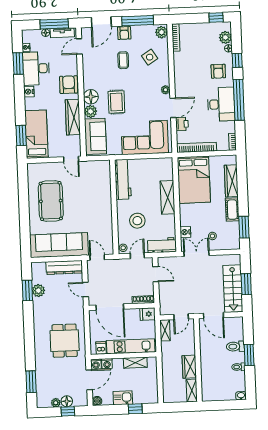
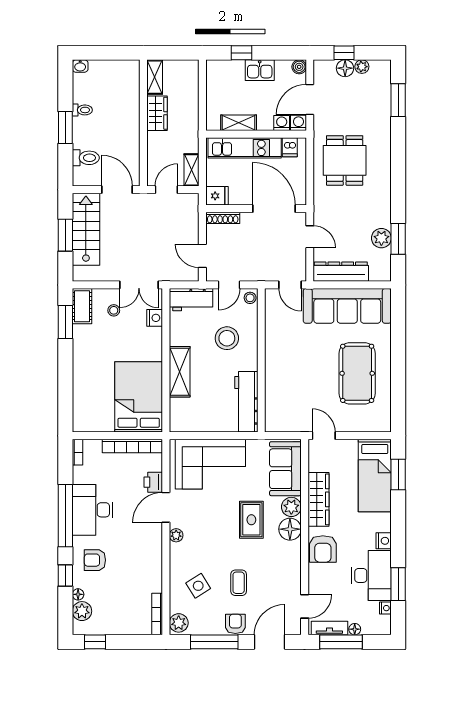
armchair: (218, 71) -> (95, 560), turned -90
wardrobe: (231, 181) -> (82, 393), removed
cot: (232, 210) -> (82, 306), moved
toilet: (235, 346) -> (86, 158), moved

